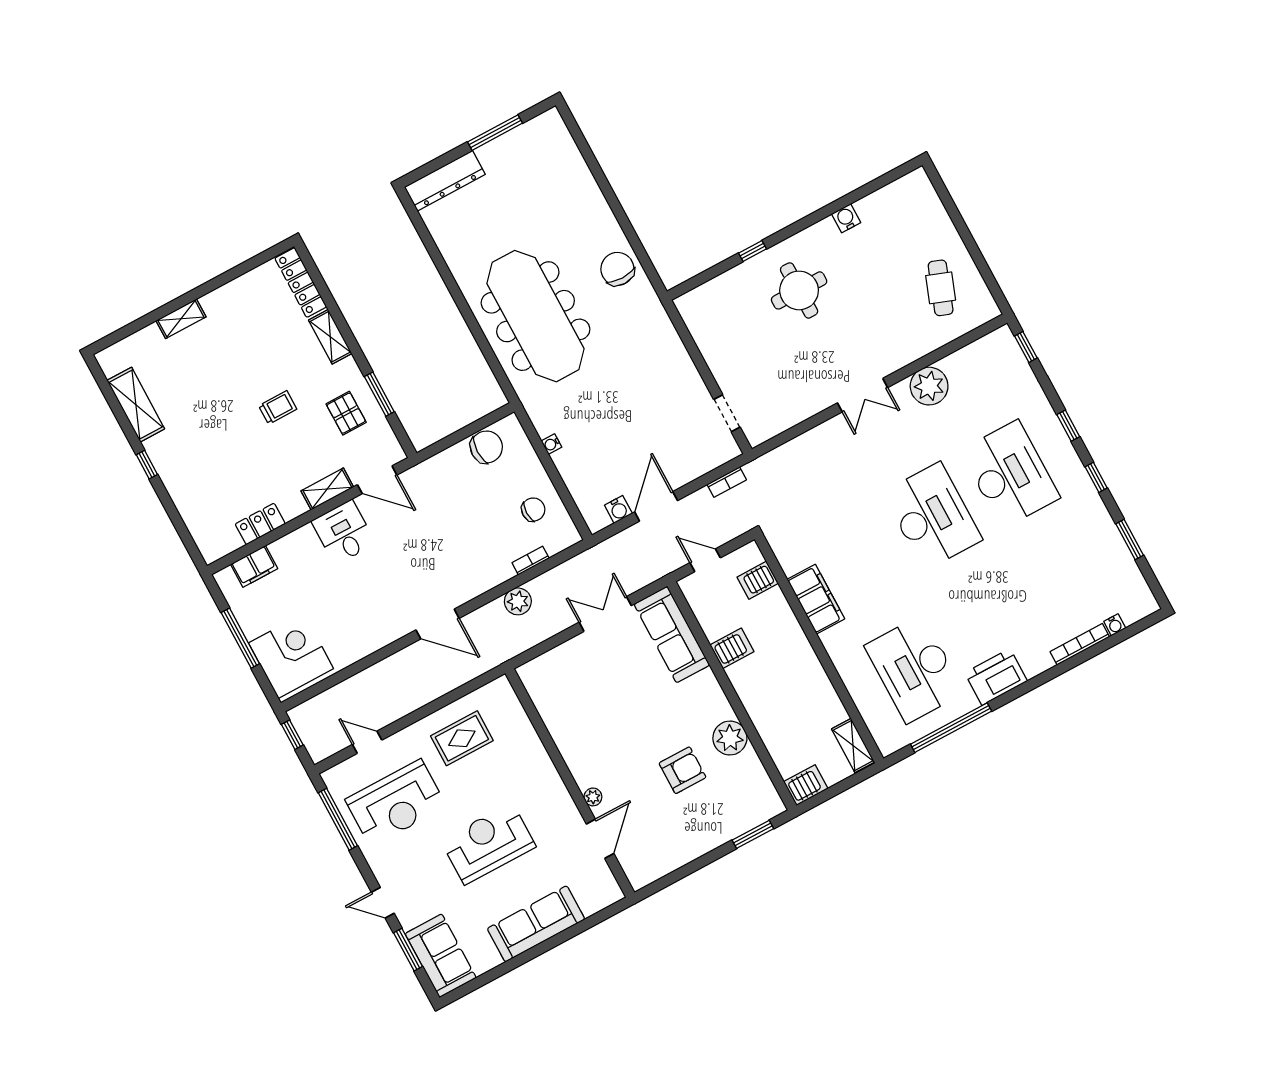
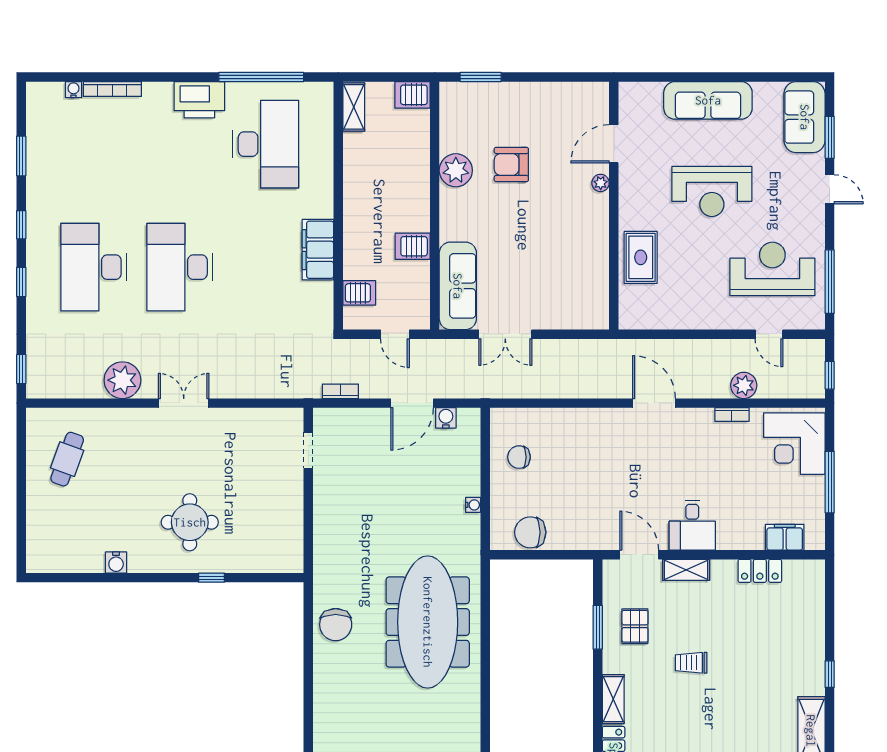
bookcase: (531, 561) -> (732, 415), moved
plant: (518, 601) -> (744, 385), moved
rug: (462, 738) -> (641, 257), moved, turned 90

